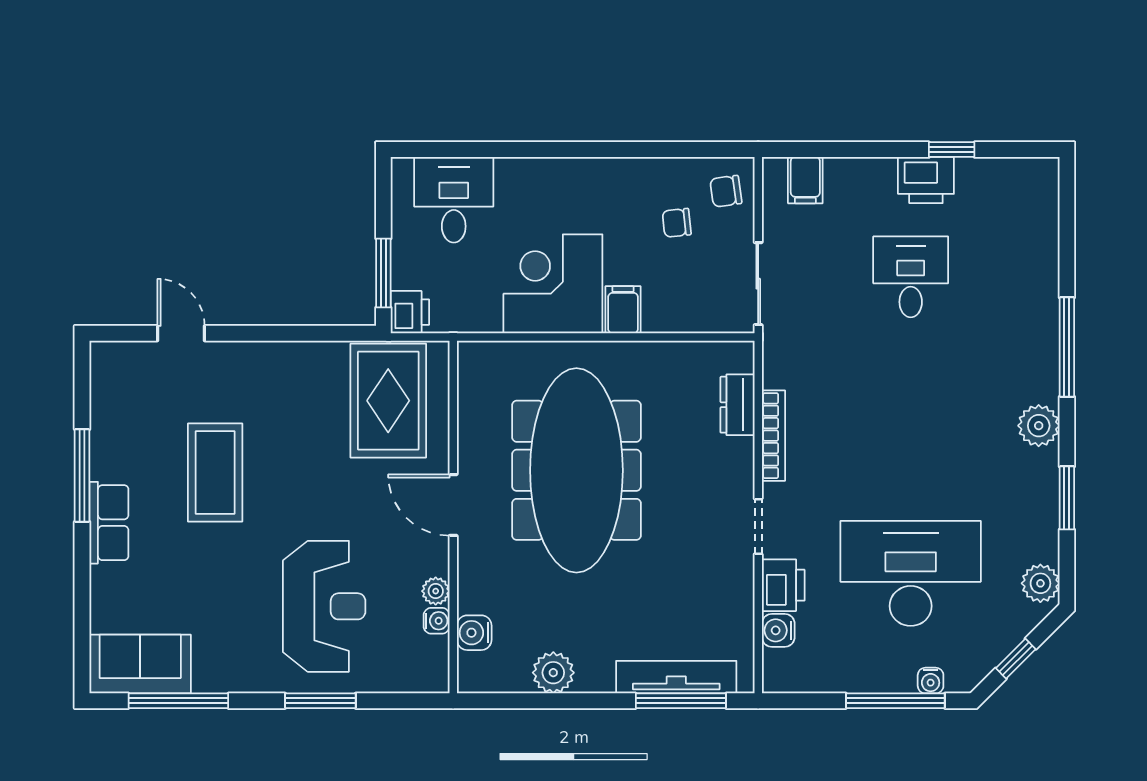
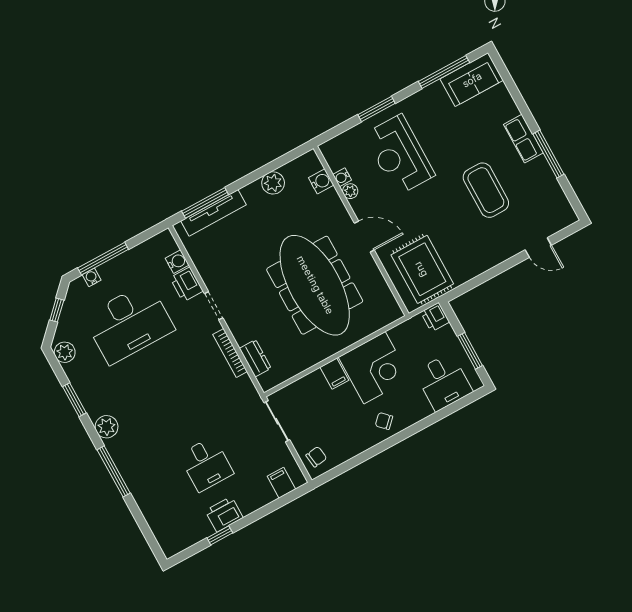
chair: (677, 223) -> (384, 421), moved, turned -129
window: (383, 273) -> (470, 351), moved

